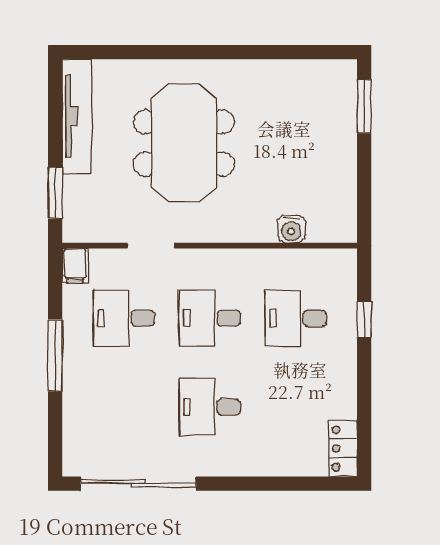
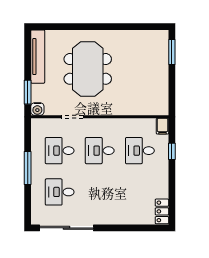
water cooler: (291, 229) -> (37, 109), moved
filing cabinet: (75, 266) -> (162, 126), moved
desk: (210, 407) -> (60, 192), moved

